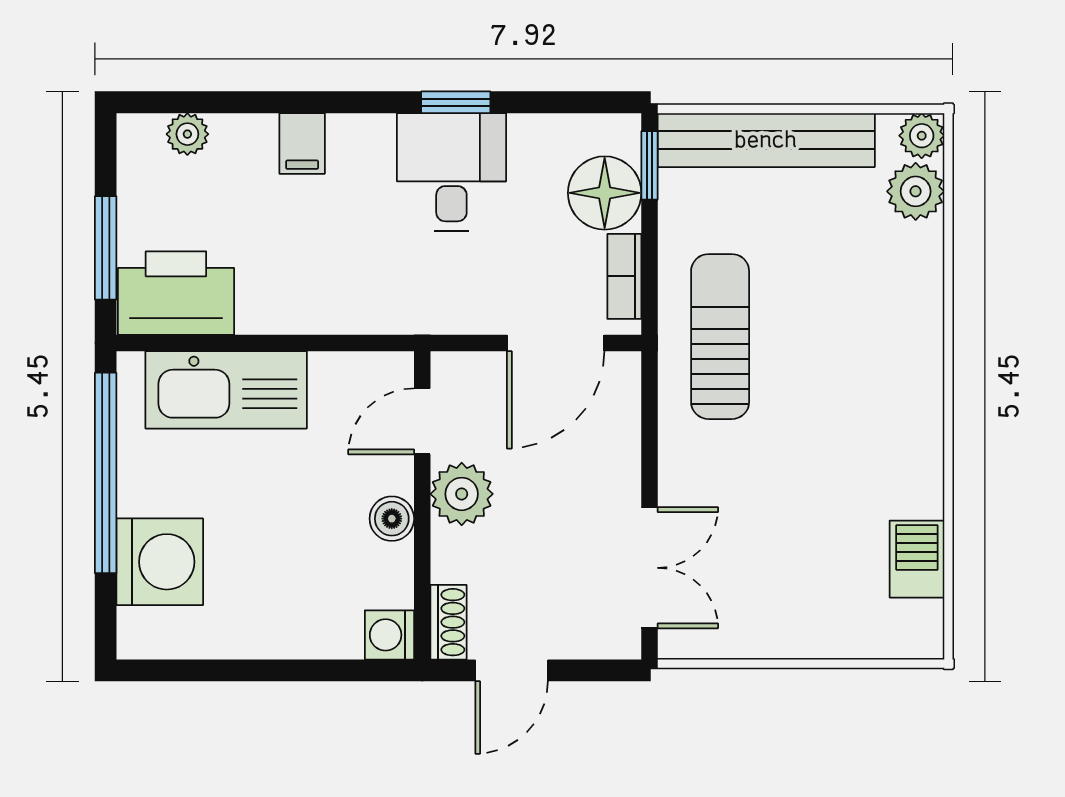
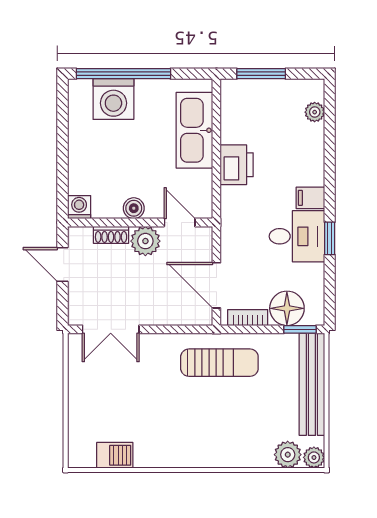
filing cabinet: (302, 143) -> (310, 198), moved
printer: (176, 293) -> (237, 165), moved, width x0.73, depth x0.84
window: (106, 473) -> (123, 74), moved
shoe rack: (448, 622) -> (111, 235), moved

